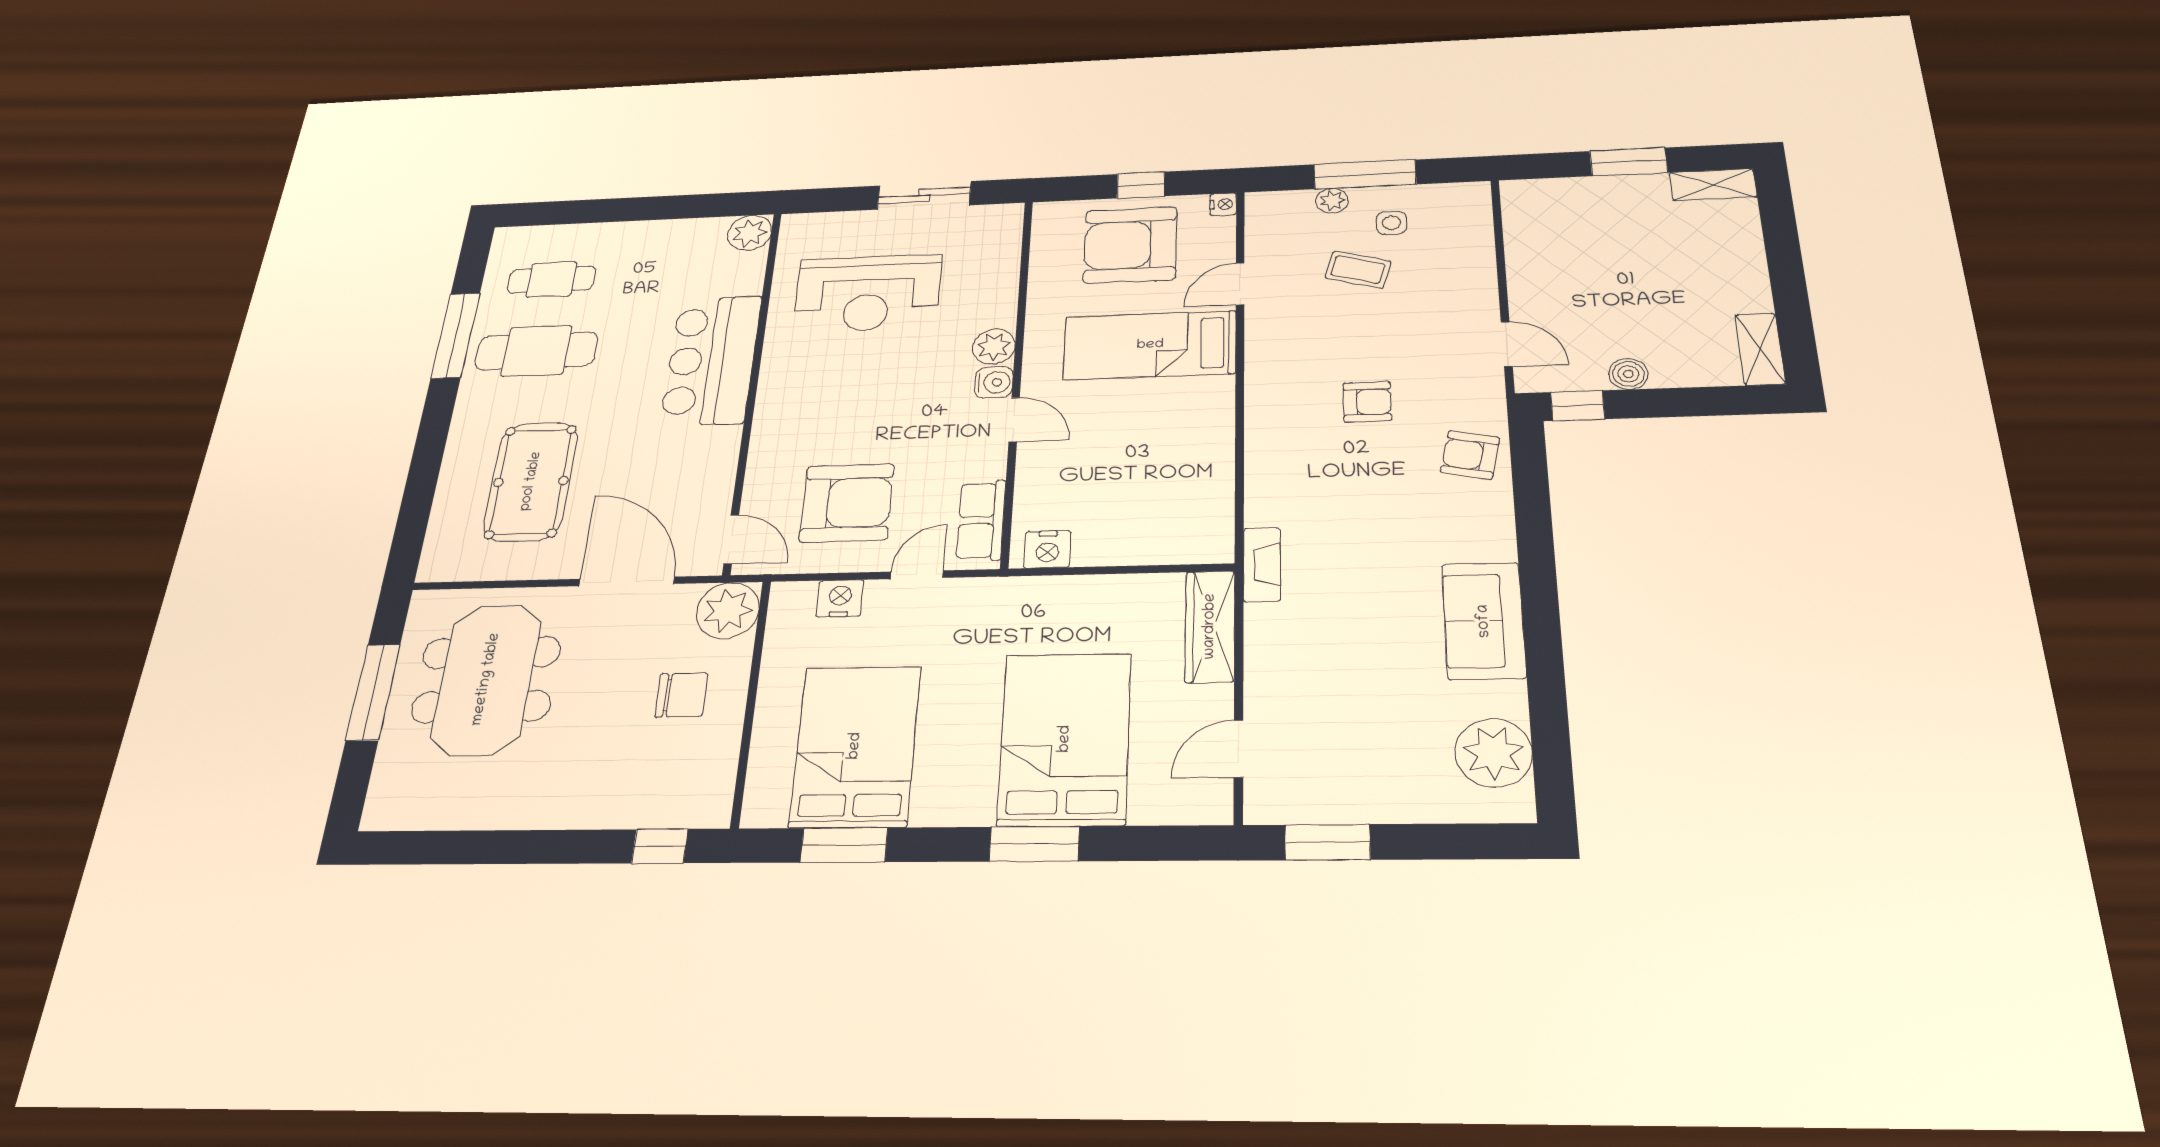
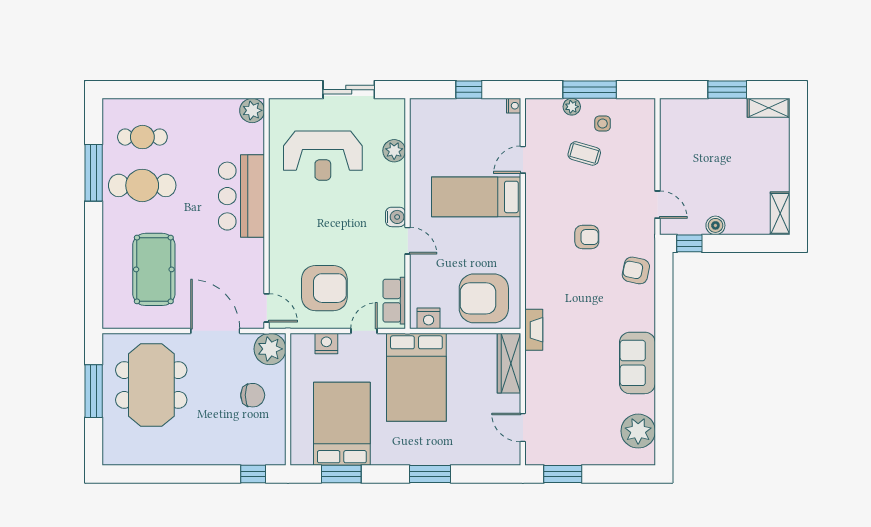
armchair: (1130, 245) -> (484, 298), moved
plant: (994, 347) -> (394, 151), moved
bed: (1065, 739) -> (416, 377), moved, turned 180
door: (1239, 749) -> (523, 428), hinge flipped

